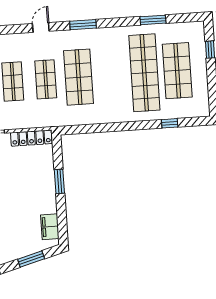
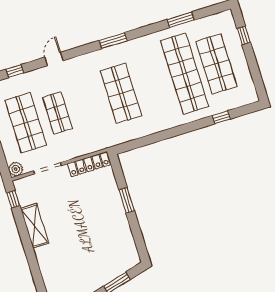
door: (41, 27) -> (54, 59), moved
shop shelf: (46, 79) -> (89, 103), removed
filing cabinet: (50, 227) -> (128, 247), removed

